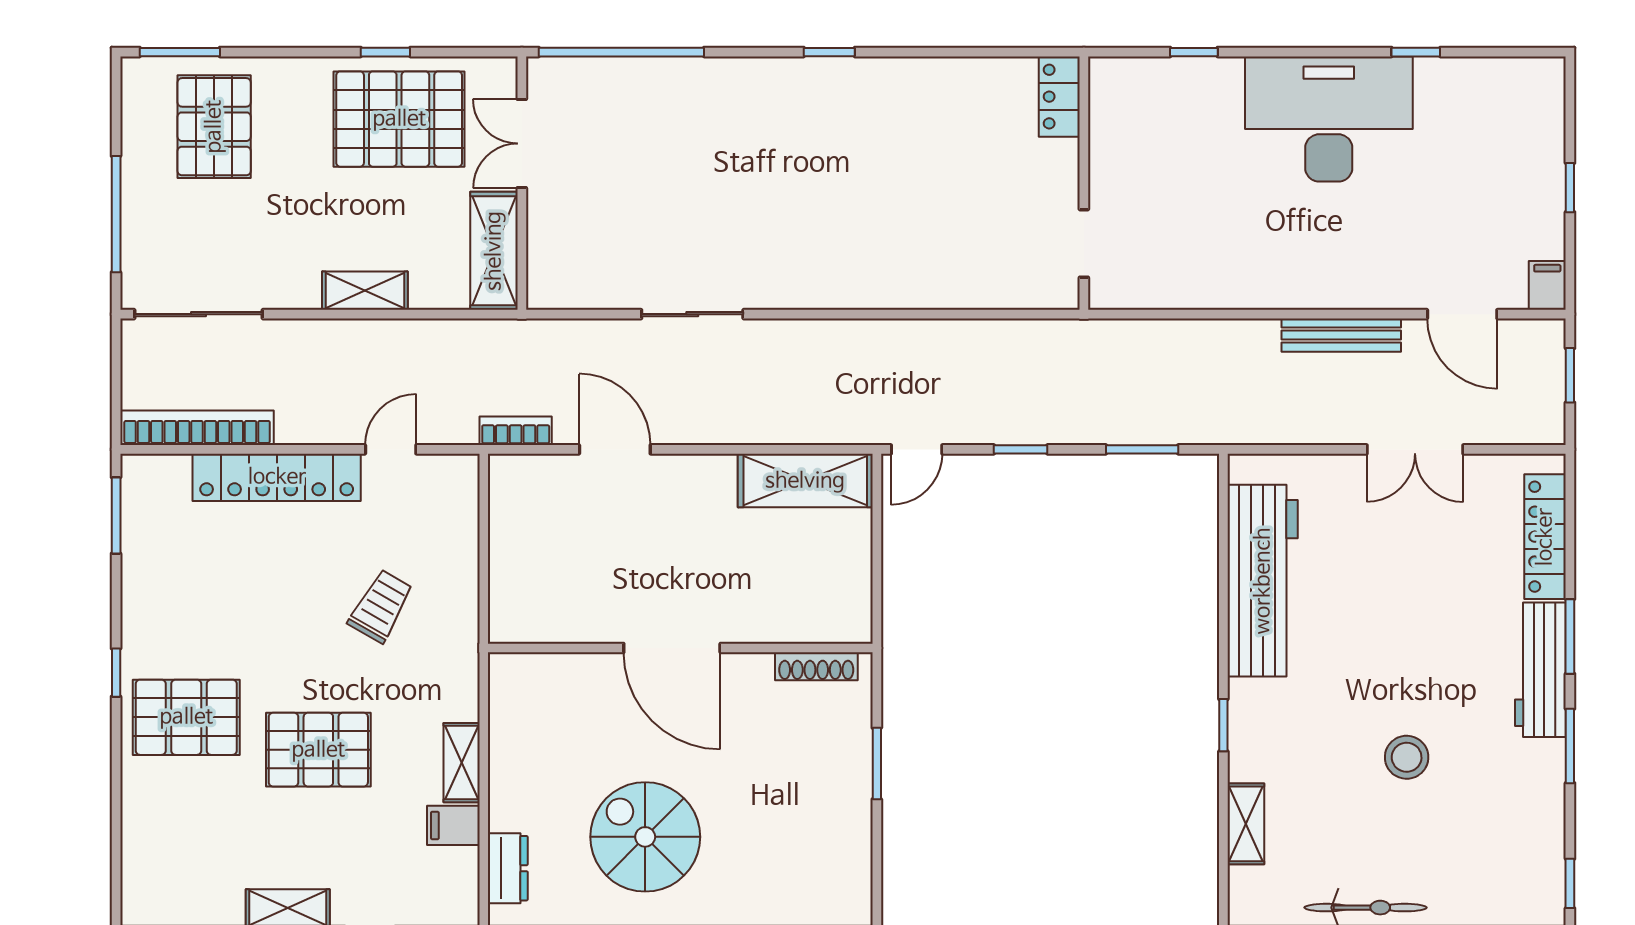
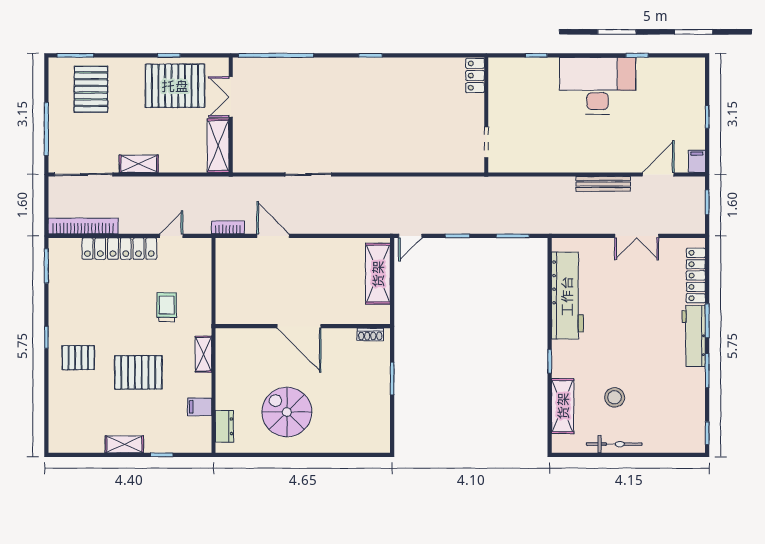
shelving: (365, 291) -> (139, 164), moved
door: (1462, 314) -> (658, 174), swing flipped
shelving: (805, 481) -> (378, 274), moved, turned 90
trolley: (381, 606) -> (167, 307), turned -30
shoe rack: (816, 666) -> (370, 334), width x0.70
pallet: (186, 717) -> (78, 358), width x0.67, depth x0.71
stool: (1407, 757) -> (615, 397), moved
shelving: (462, 763) -> (203, 354), moved
shelving: (1246, 824) -> (563, 406), width x1.50, depth x1.33

